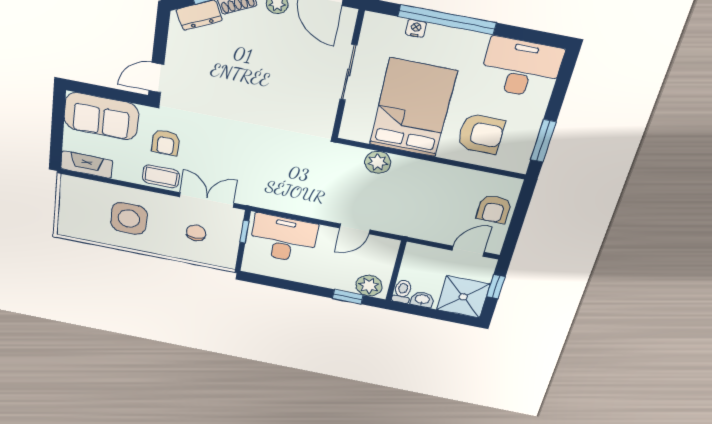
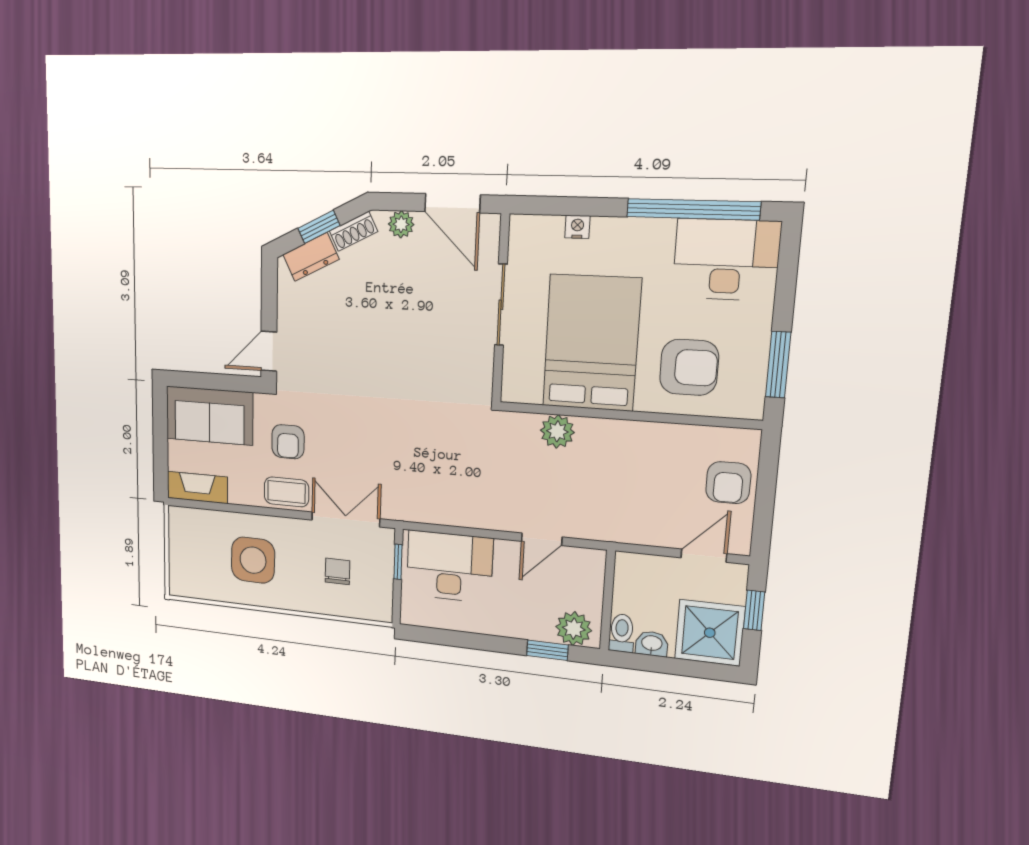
window: (447, 20) -> (693, 209), moved

